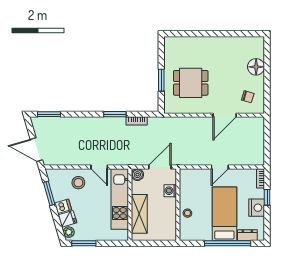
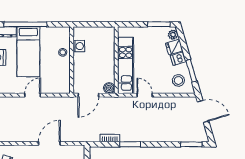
door: (225, 115) -> (49, 143), moved
stool: (78, 183) -> (178, 80), moved
washing machine: (170, 191) -> (79, 46), moved
shelving: (139, 214) -> (108, 52), removed

